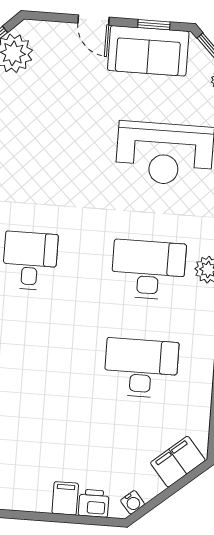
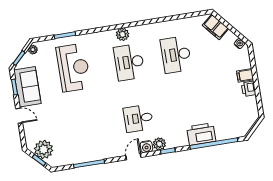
door: (93, 20) -> (19, 116), hinge flipped
printer: (94, 503) -> (249, 89), moved

